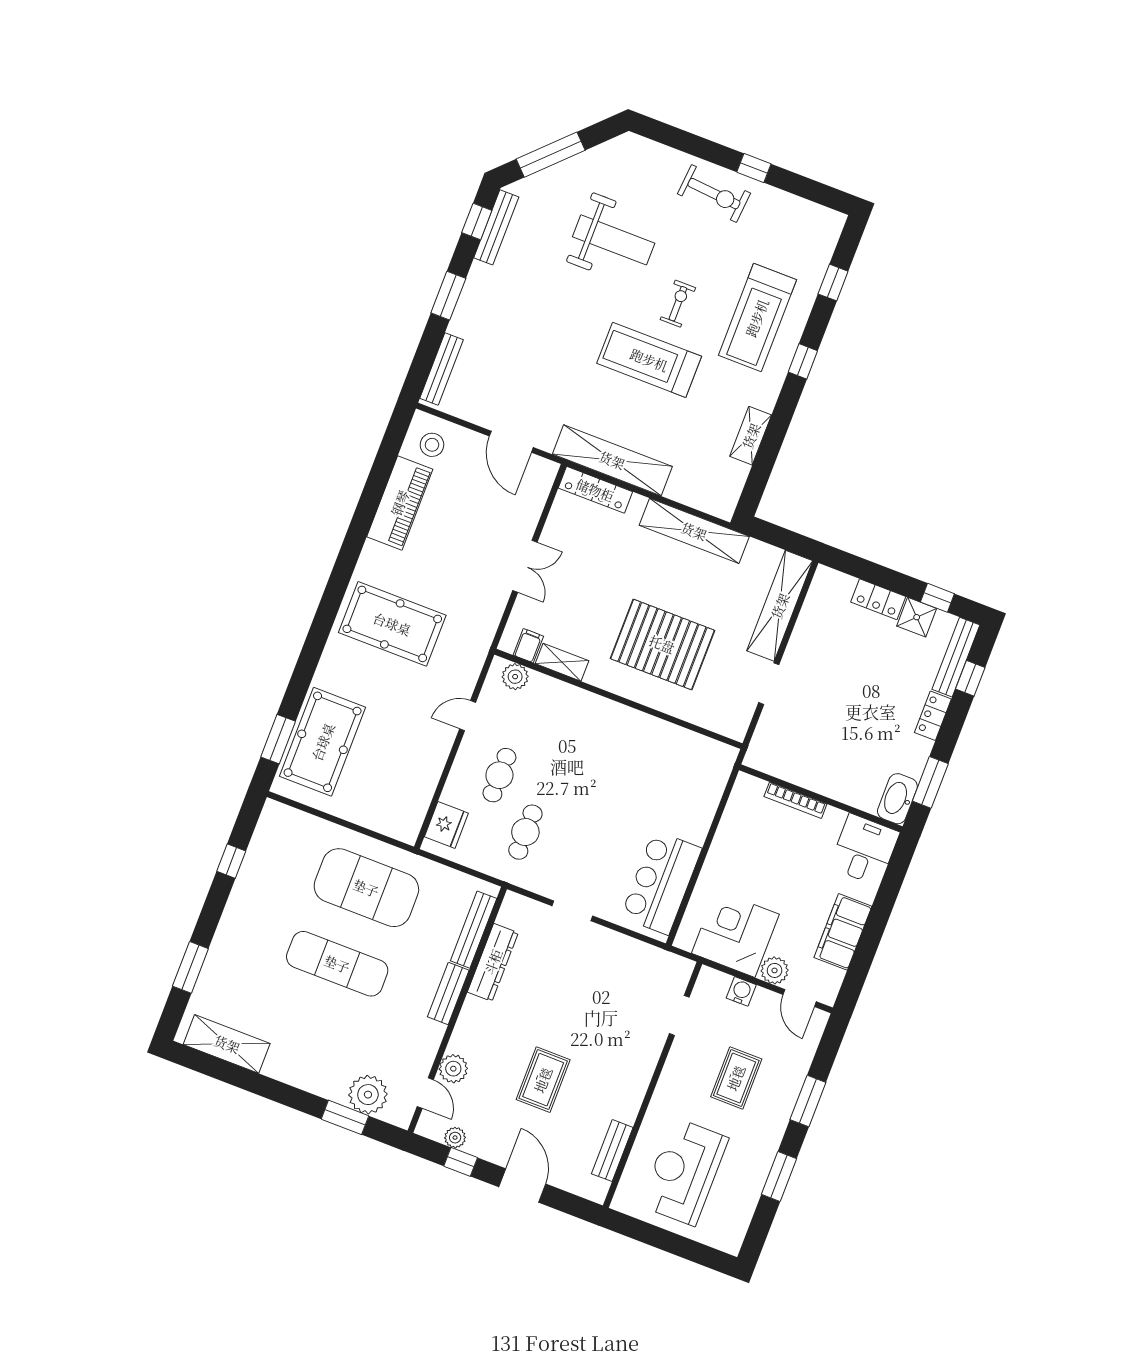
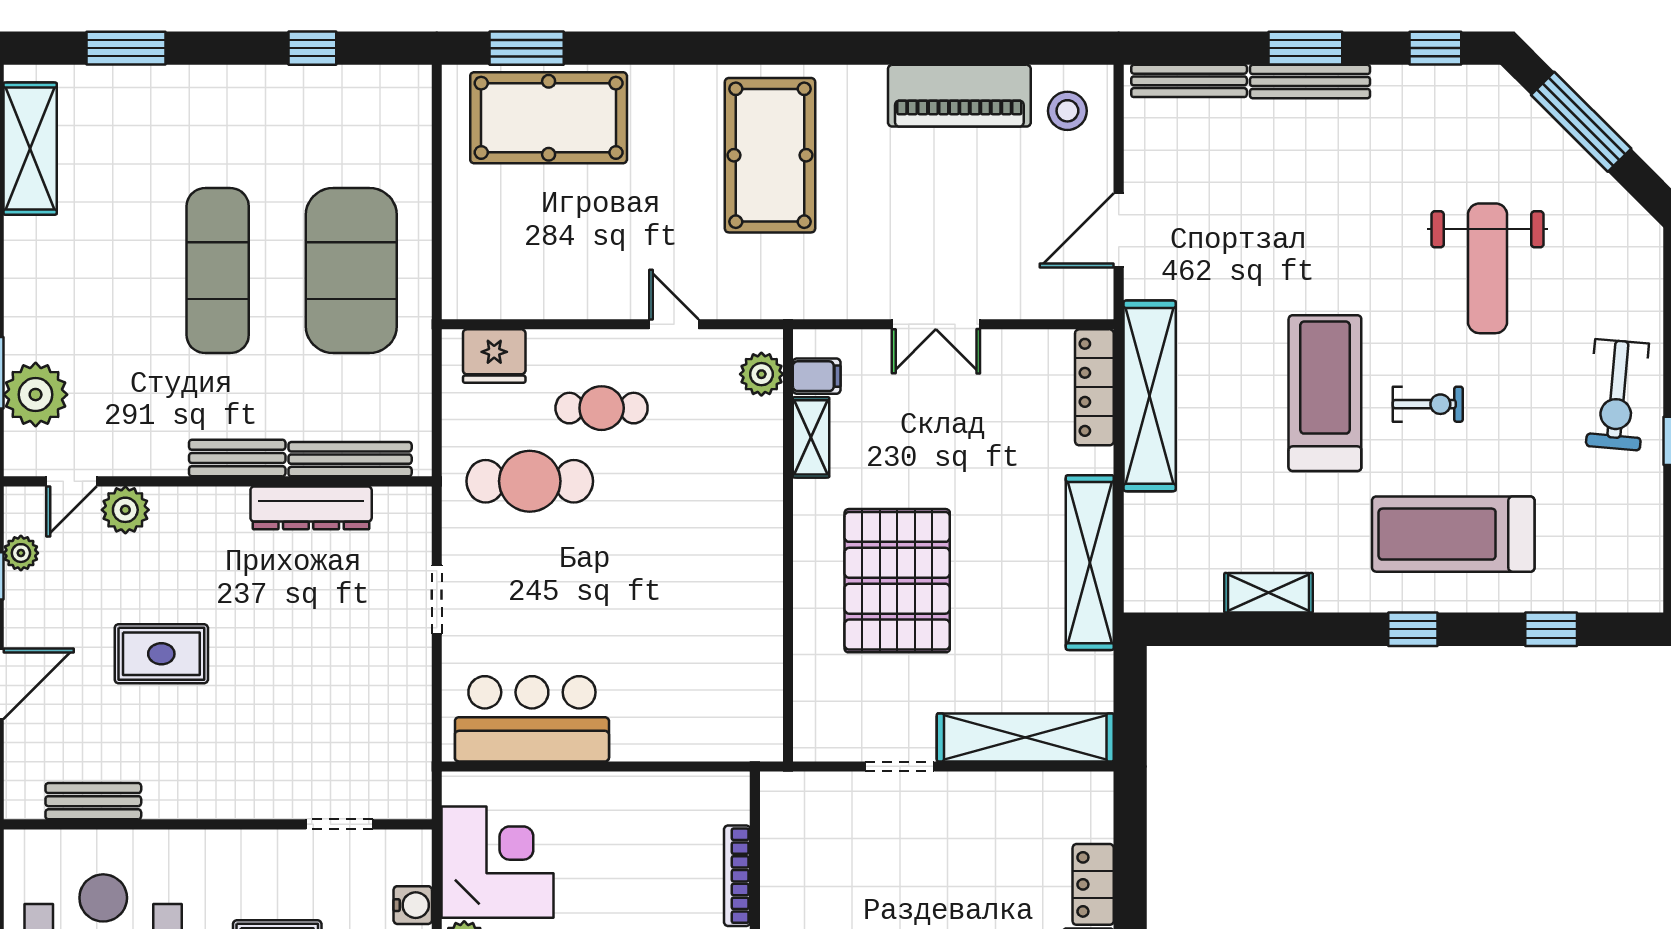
bench: (496, 227) -> (1310, 82), moved
cafe table: (525, 832) -> (530, 481), width x1.37, depth x1.35

